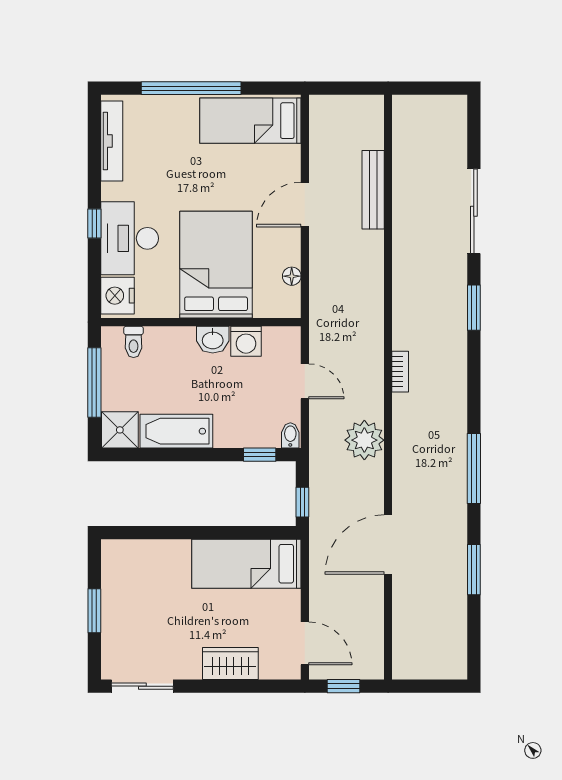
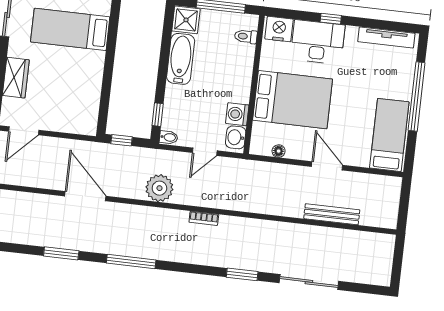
washbasin: (213, 340) -> (236, 137), moved
bed: (246, 564) -> (70, 29), moved, turned -90

